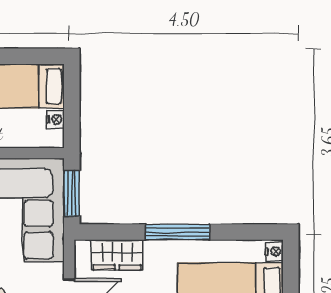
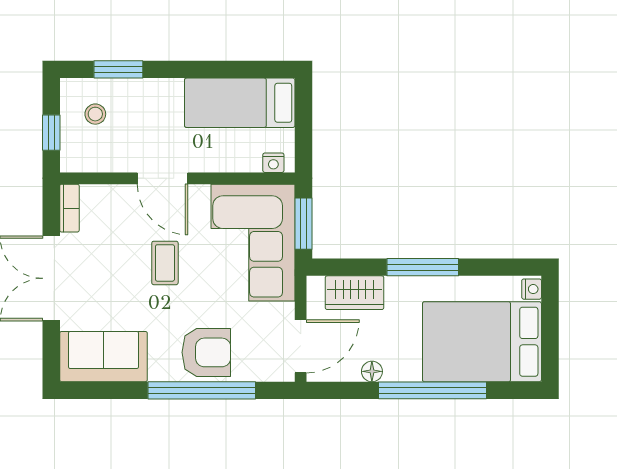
nightstand: (55, 119) -> (273, 163), moved, turned 90

